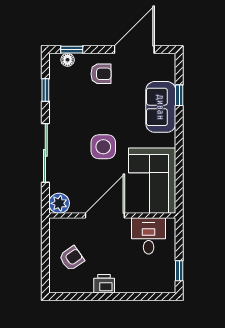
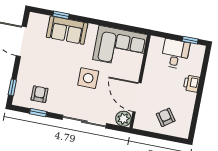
floor lamp: (68, 60) -> (19, 92), removed
armchair: (101, 74) -> (40, 94), moved
door: (105, 216) -> (137, 97), moved
desk: (149, 236) -> (175, 54), moved, turned 90
printer: (104, 284) -> (192, 84), moved

